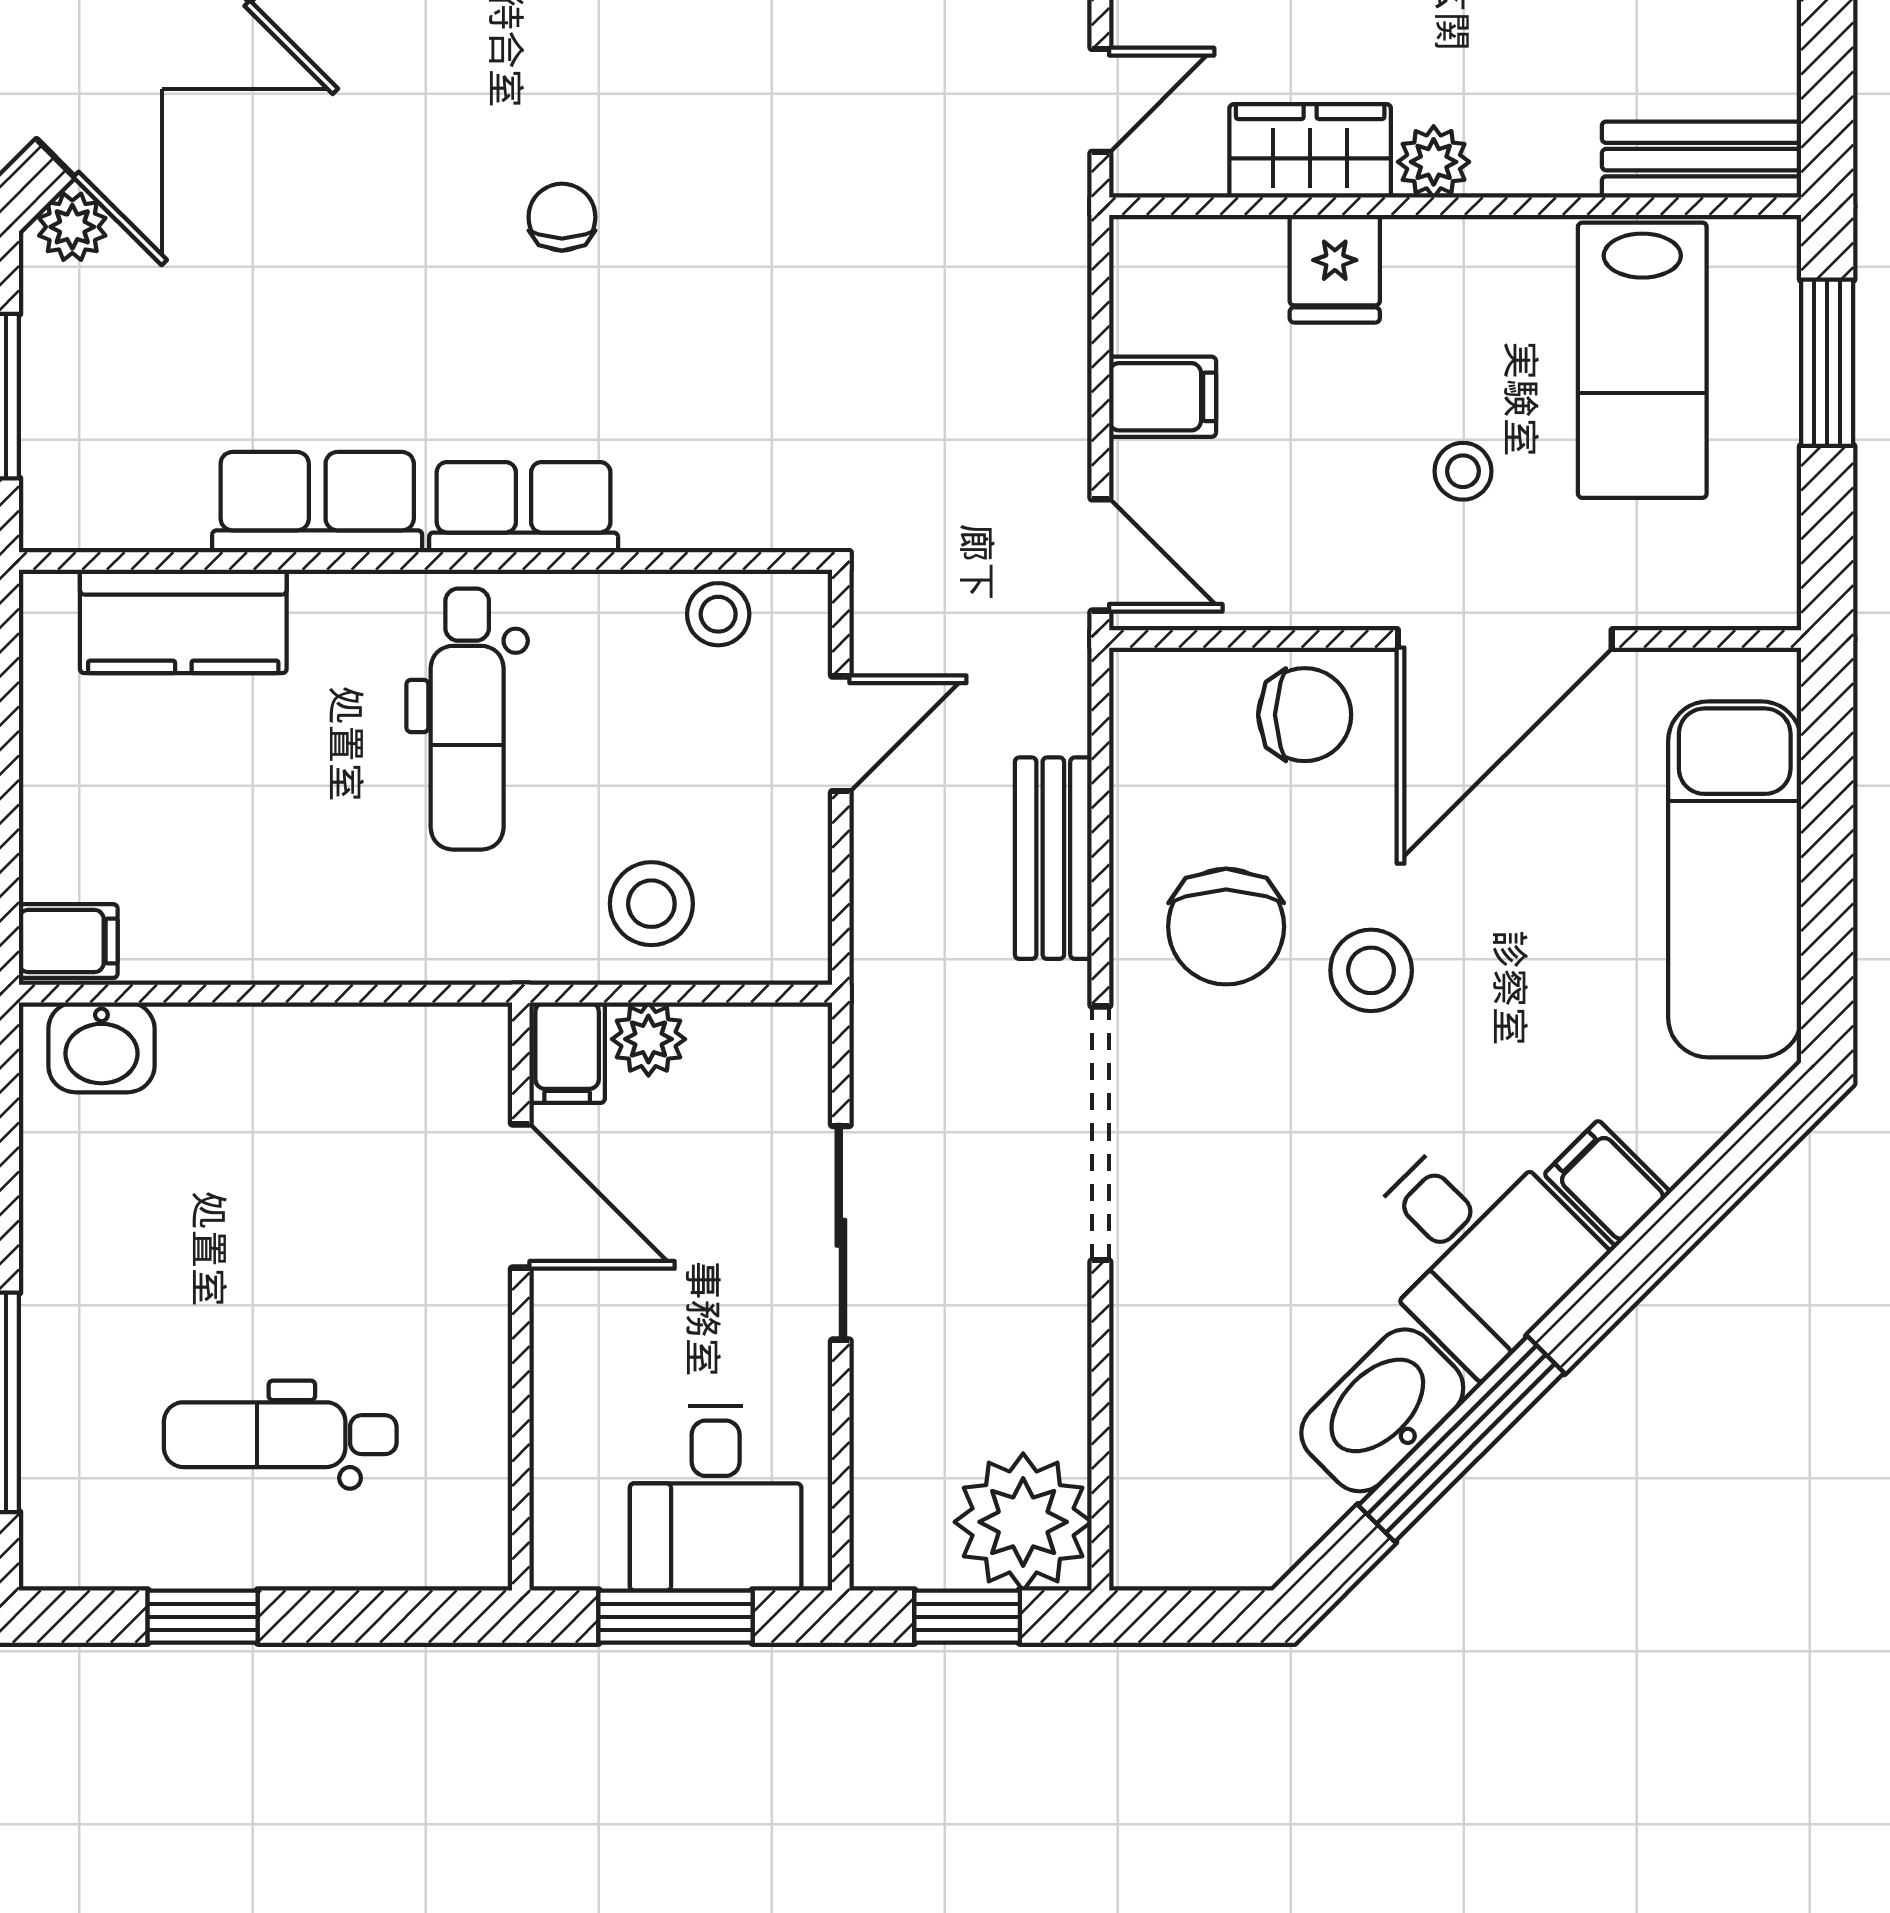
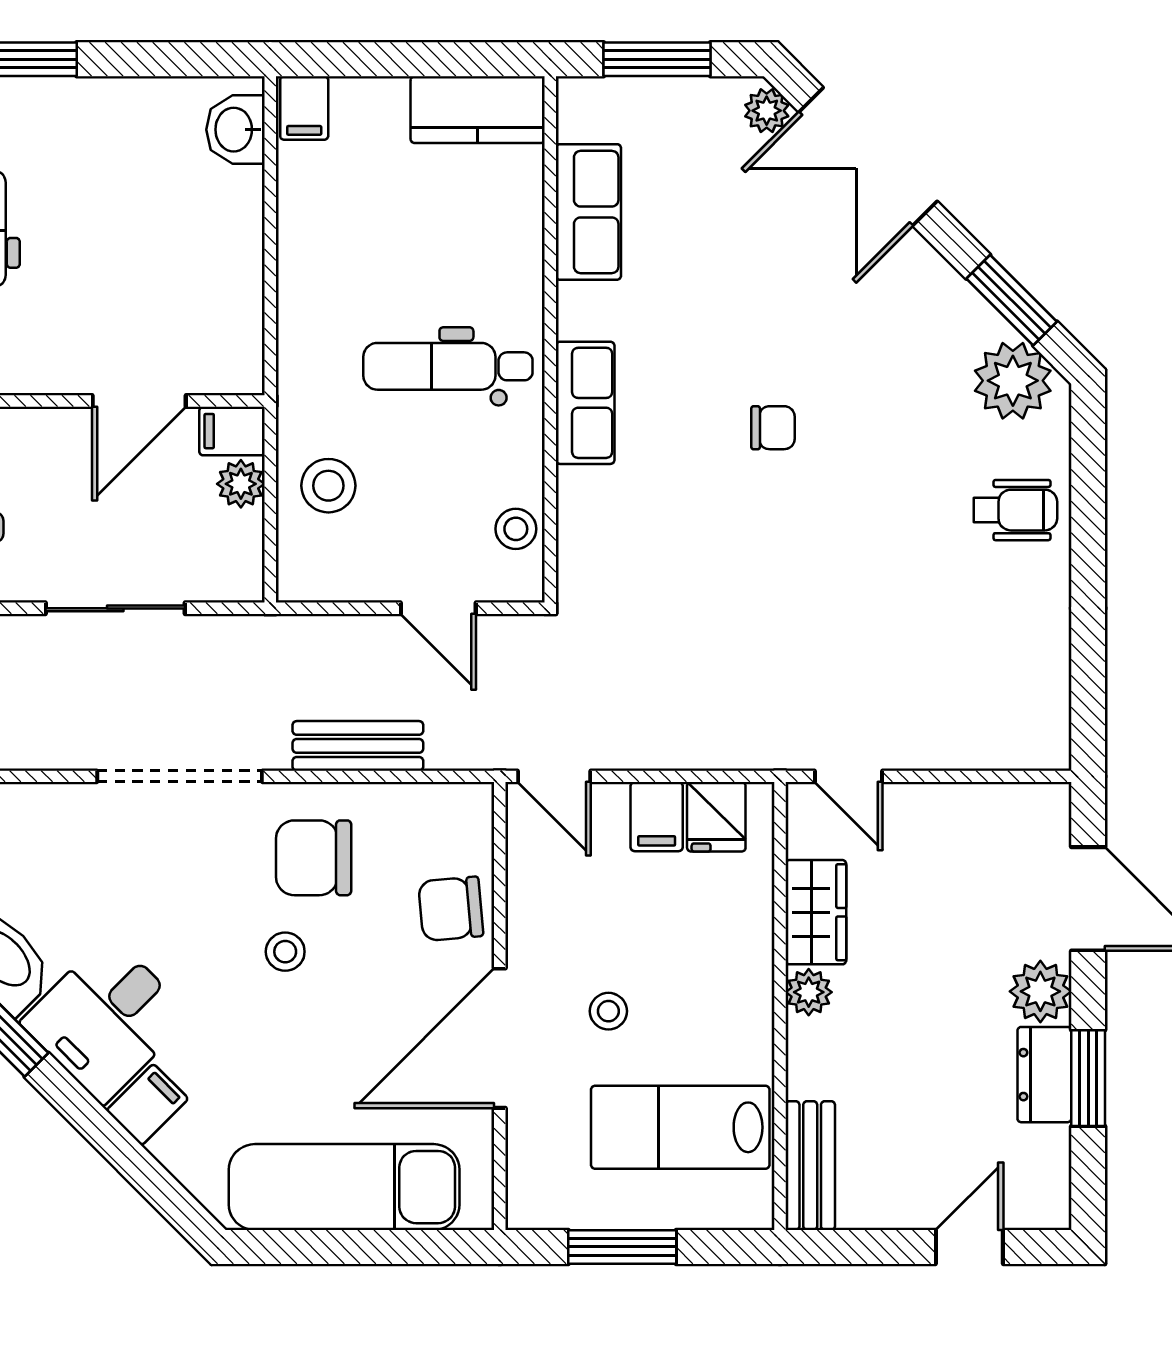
fridge: (1335, 269) -> (716, 817), moved, turned -90
window: (1827, 363) -> (622, 1247), moved
row of seats: (317, 502) -> (588, 212), moved
door: (1100, 555) -> (554, 776), hinge flipped
kitchen counter: (183, 621) -> (478, 110), moved, turned -90
door: (1505, 639) -> (500, 1038), hinge flipped
chair: (1305, 715) -> (451, 909), turned 85
stool: (1371, 970) -> (285, 952), width x0.73, depth x0.73

